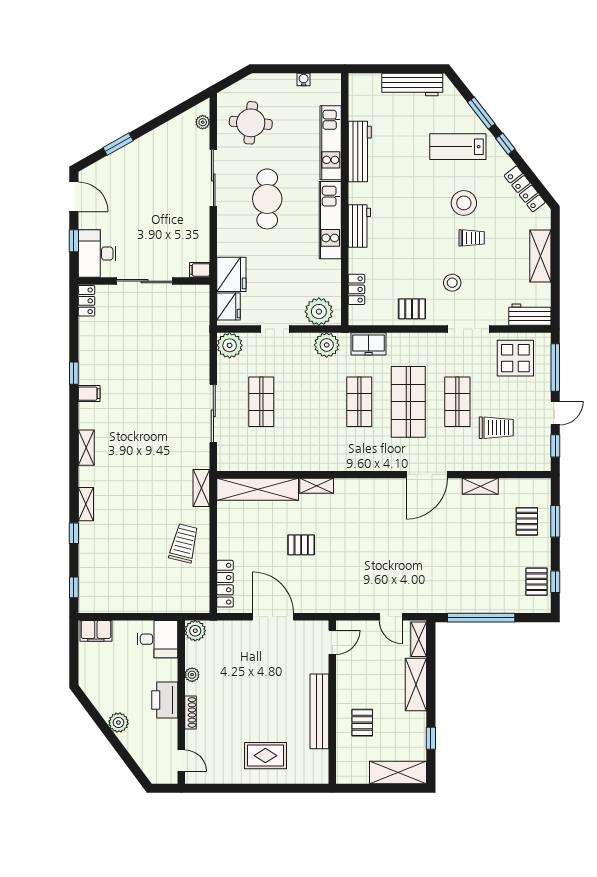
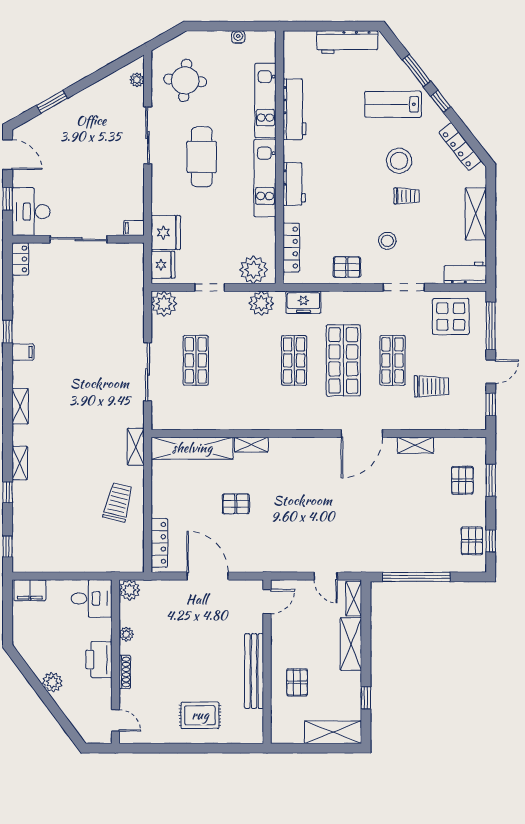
locker: (356, 289) -> (291, 248), width x1.53

